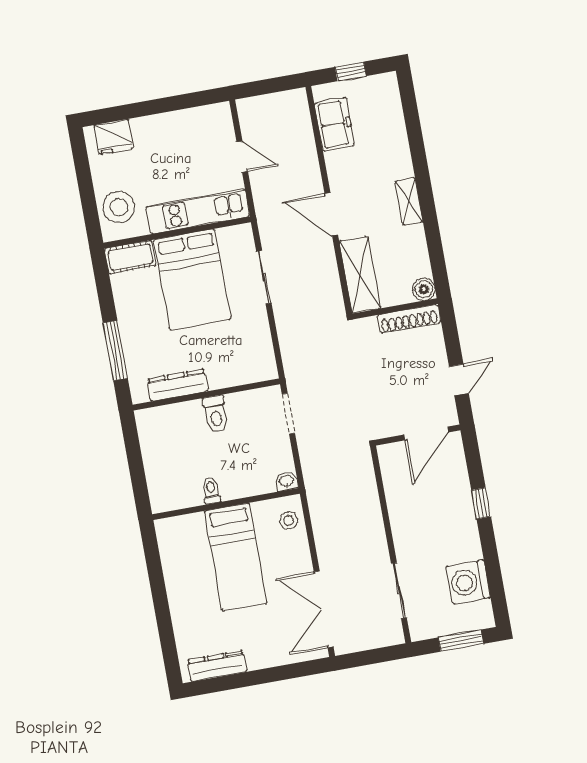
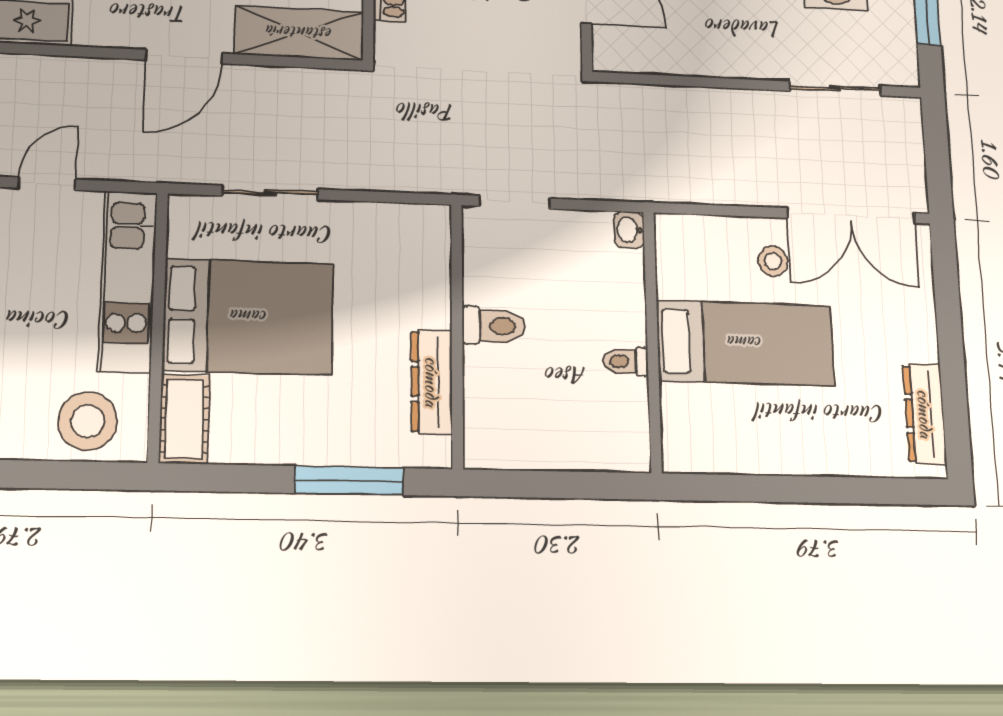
stool: (289, 521) -> (773, 261), moved

